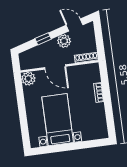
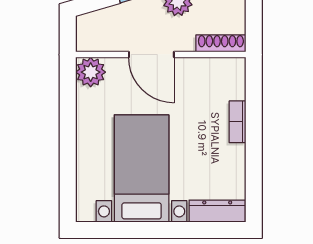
dresser: (95, 135) -> (217, 211), added

